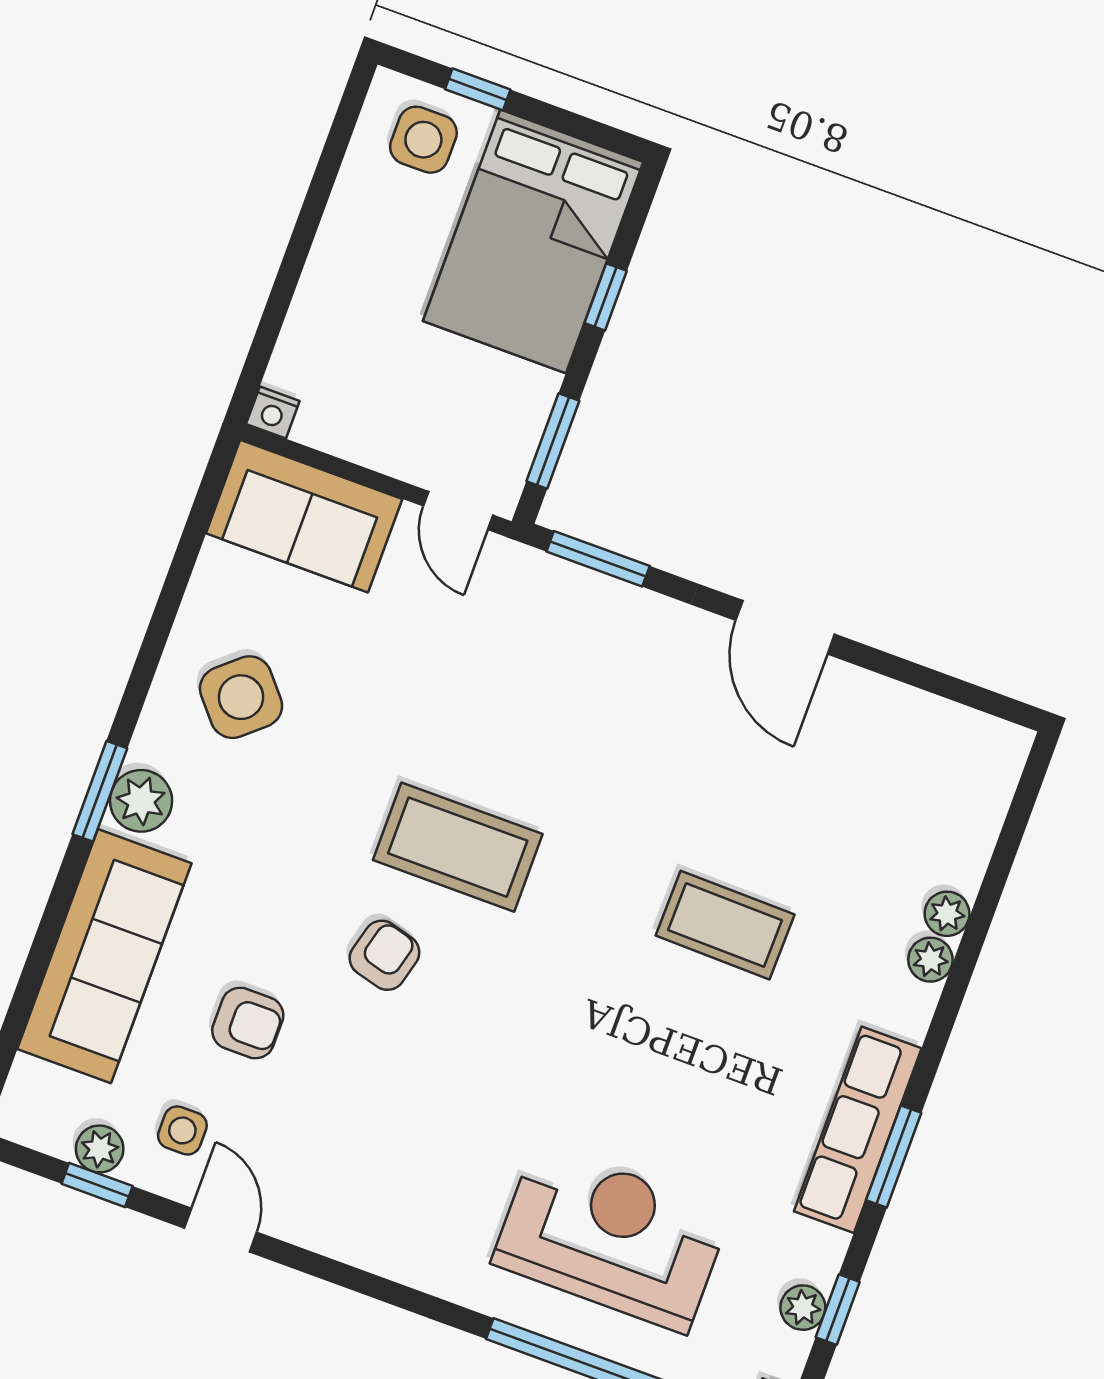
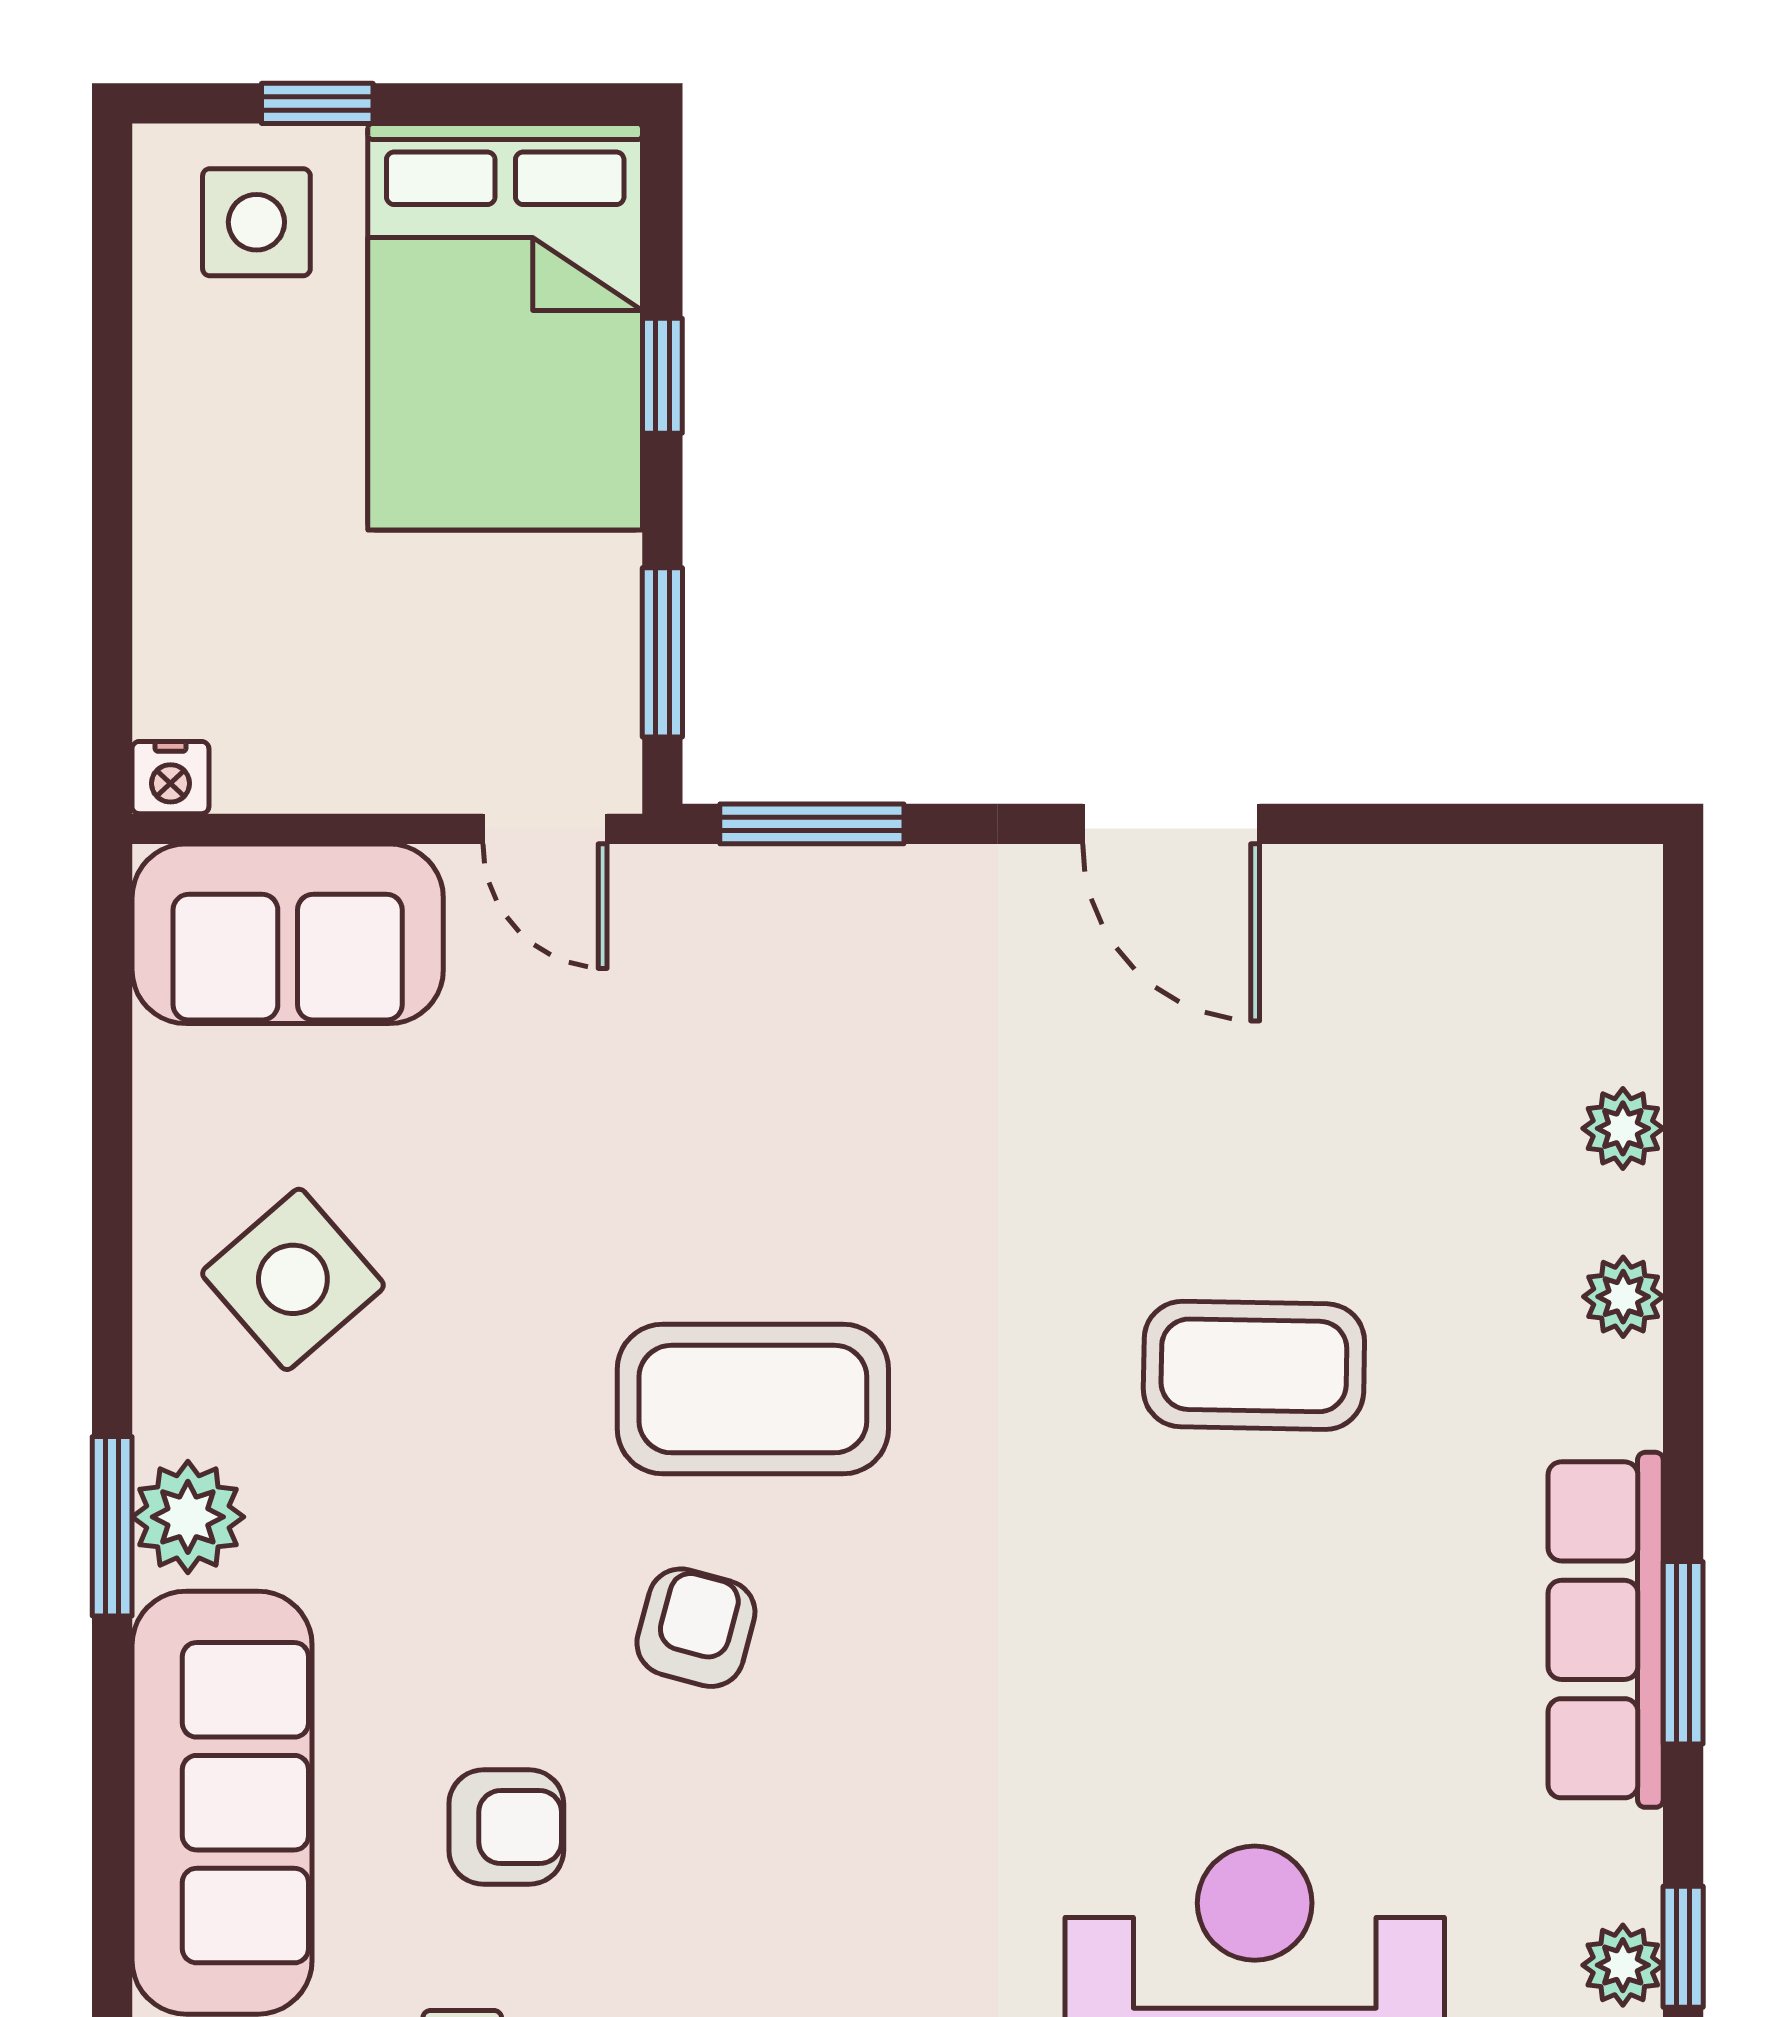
plant: (947, 914) -> (1623, 1128), moved

